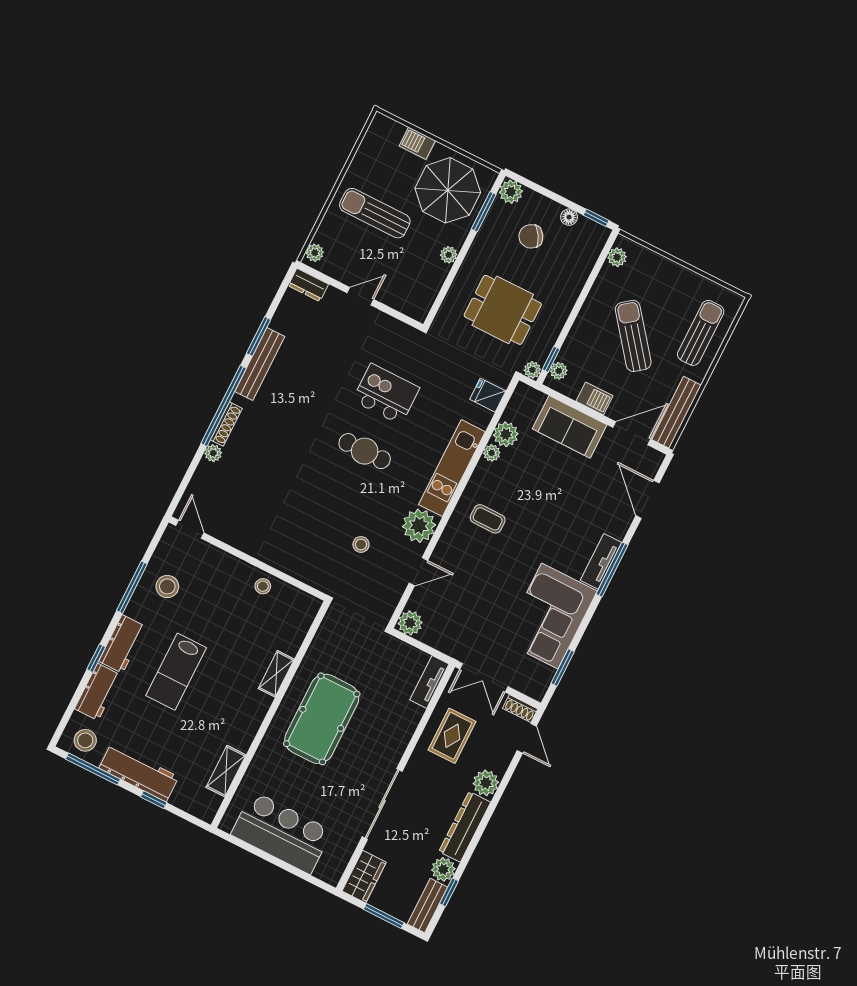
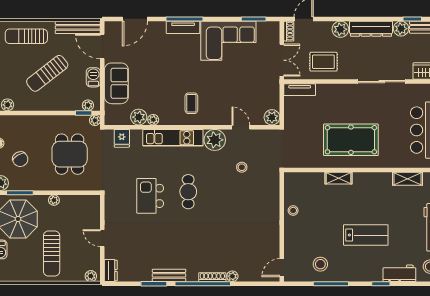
bench: (260, 364) -> (169, 275), width x0.73
workbench: (122, 644) -> (366, 273), removed

